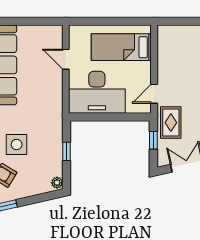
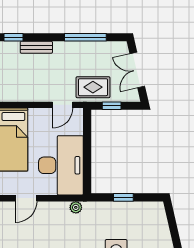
door: (154, 94) -> (63, 105), hinge flipped
plant: (57, 183) -> (76, 207), moved

